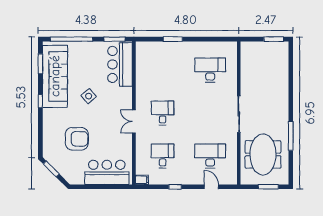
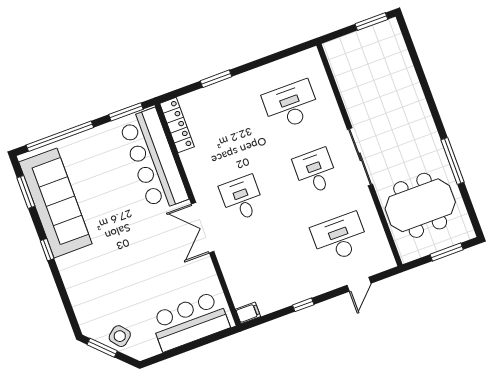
locker: (141, 57) -> (177, 125), added
bar counter: (120, 64) -> (153, 160), width x1.36
side table: (89, 96) -> (120, 336), moved
double door: (134, 121) -> (203, 228), width x1.37
armchair: (77, 139) -> (124, 287), removed
meeting table: (263, 154) -> (420, 205), turned 90
desk: (163, 156) -> (315, 171), moved
door: (211, 187) -> (359, 284), swing flipped

